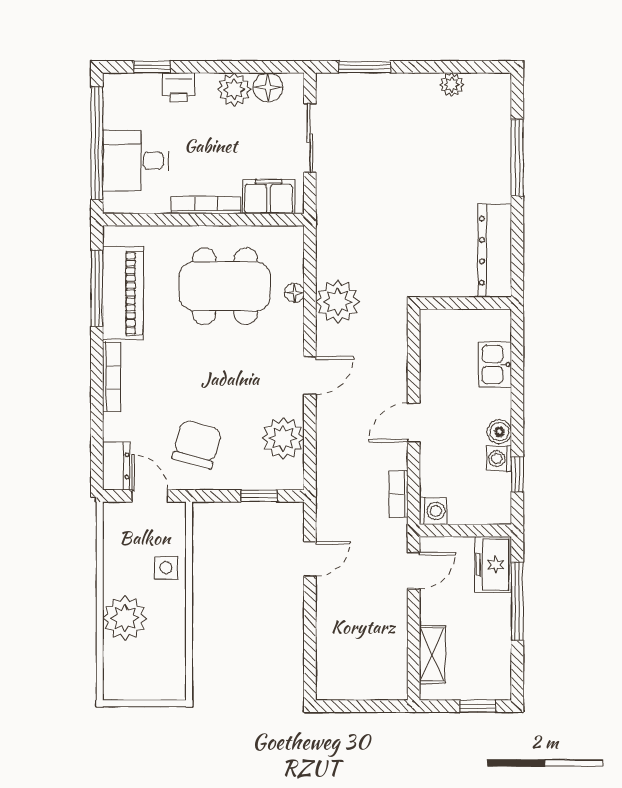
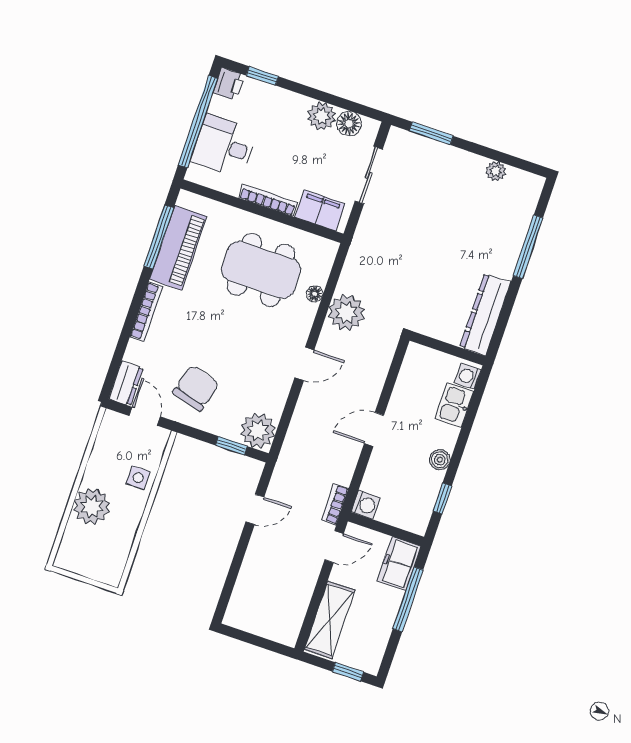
printer: (179, 87) -> (229, 84), moved, turned -90
plant: (283, 438) -> (258, 431), moved
washing machine: (499, 458) -> (468, 376), moved
bookcase: (398, 494) -> (335, 504), moved
shelving: (432, 655) -> (330, 620), width x1.50, depth x1.33

